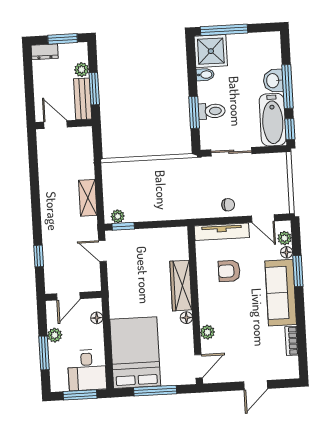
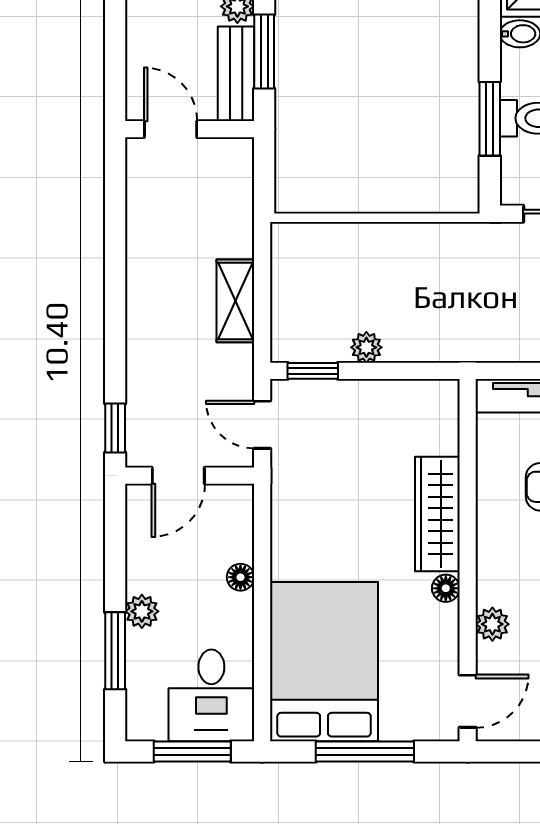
plant: (118, 216) -> (366, 347), moved
door: (68, 296) -> (178, 476), moved
wall: (73, 296) -> (190, 476), moved

